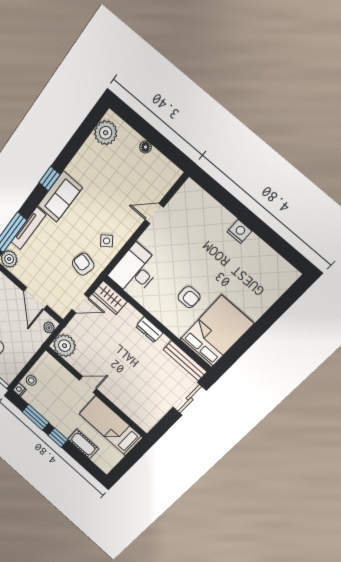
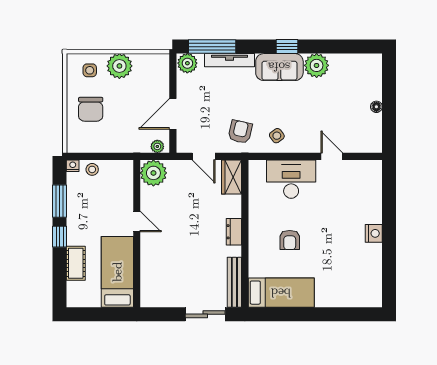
plant: (106, 133) -> (317, 65), moved
desk: (135, 271) -> (291, 179), moved
bed: (216, 332) -> (281, 293), width x0.67

